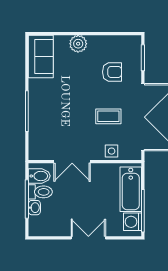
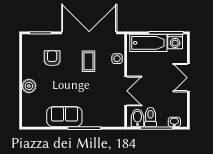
sofa: (41, 56) -> (64, 117), moved
washbasin: (34, 208) -> (174, 122), moved

